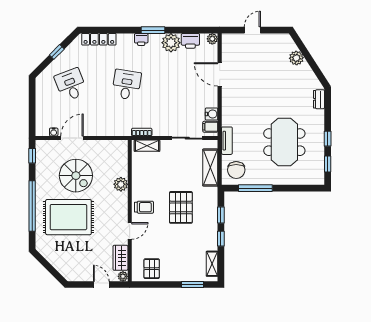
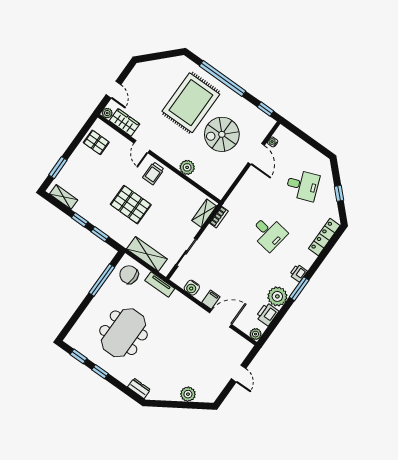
filing cabinet: (210, 127) -> (211, 300), moved
meeting table: (284, 142) -> (123, 333), turned 90
door: (101, 285) -> (113, 90), hinge flipped

